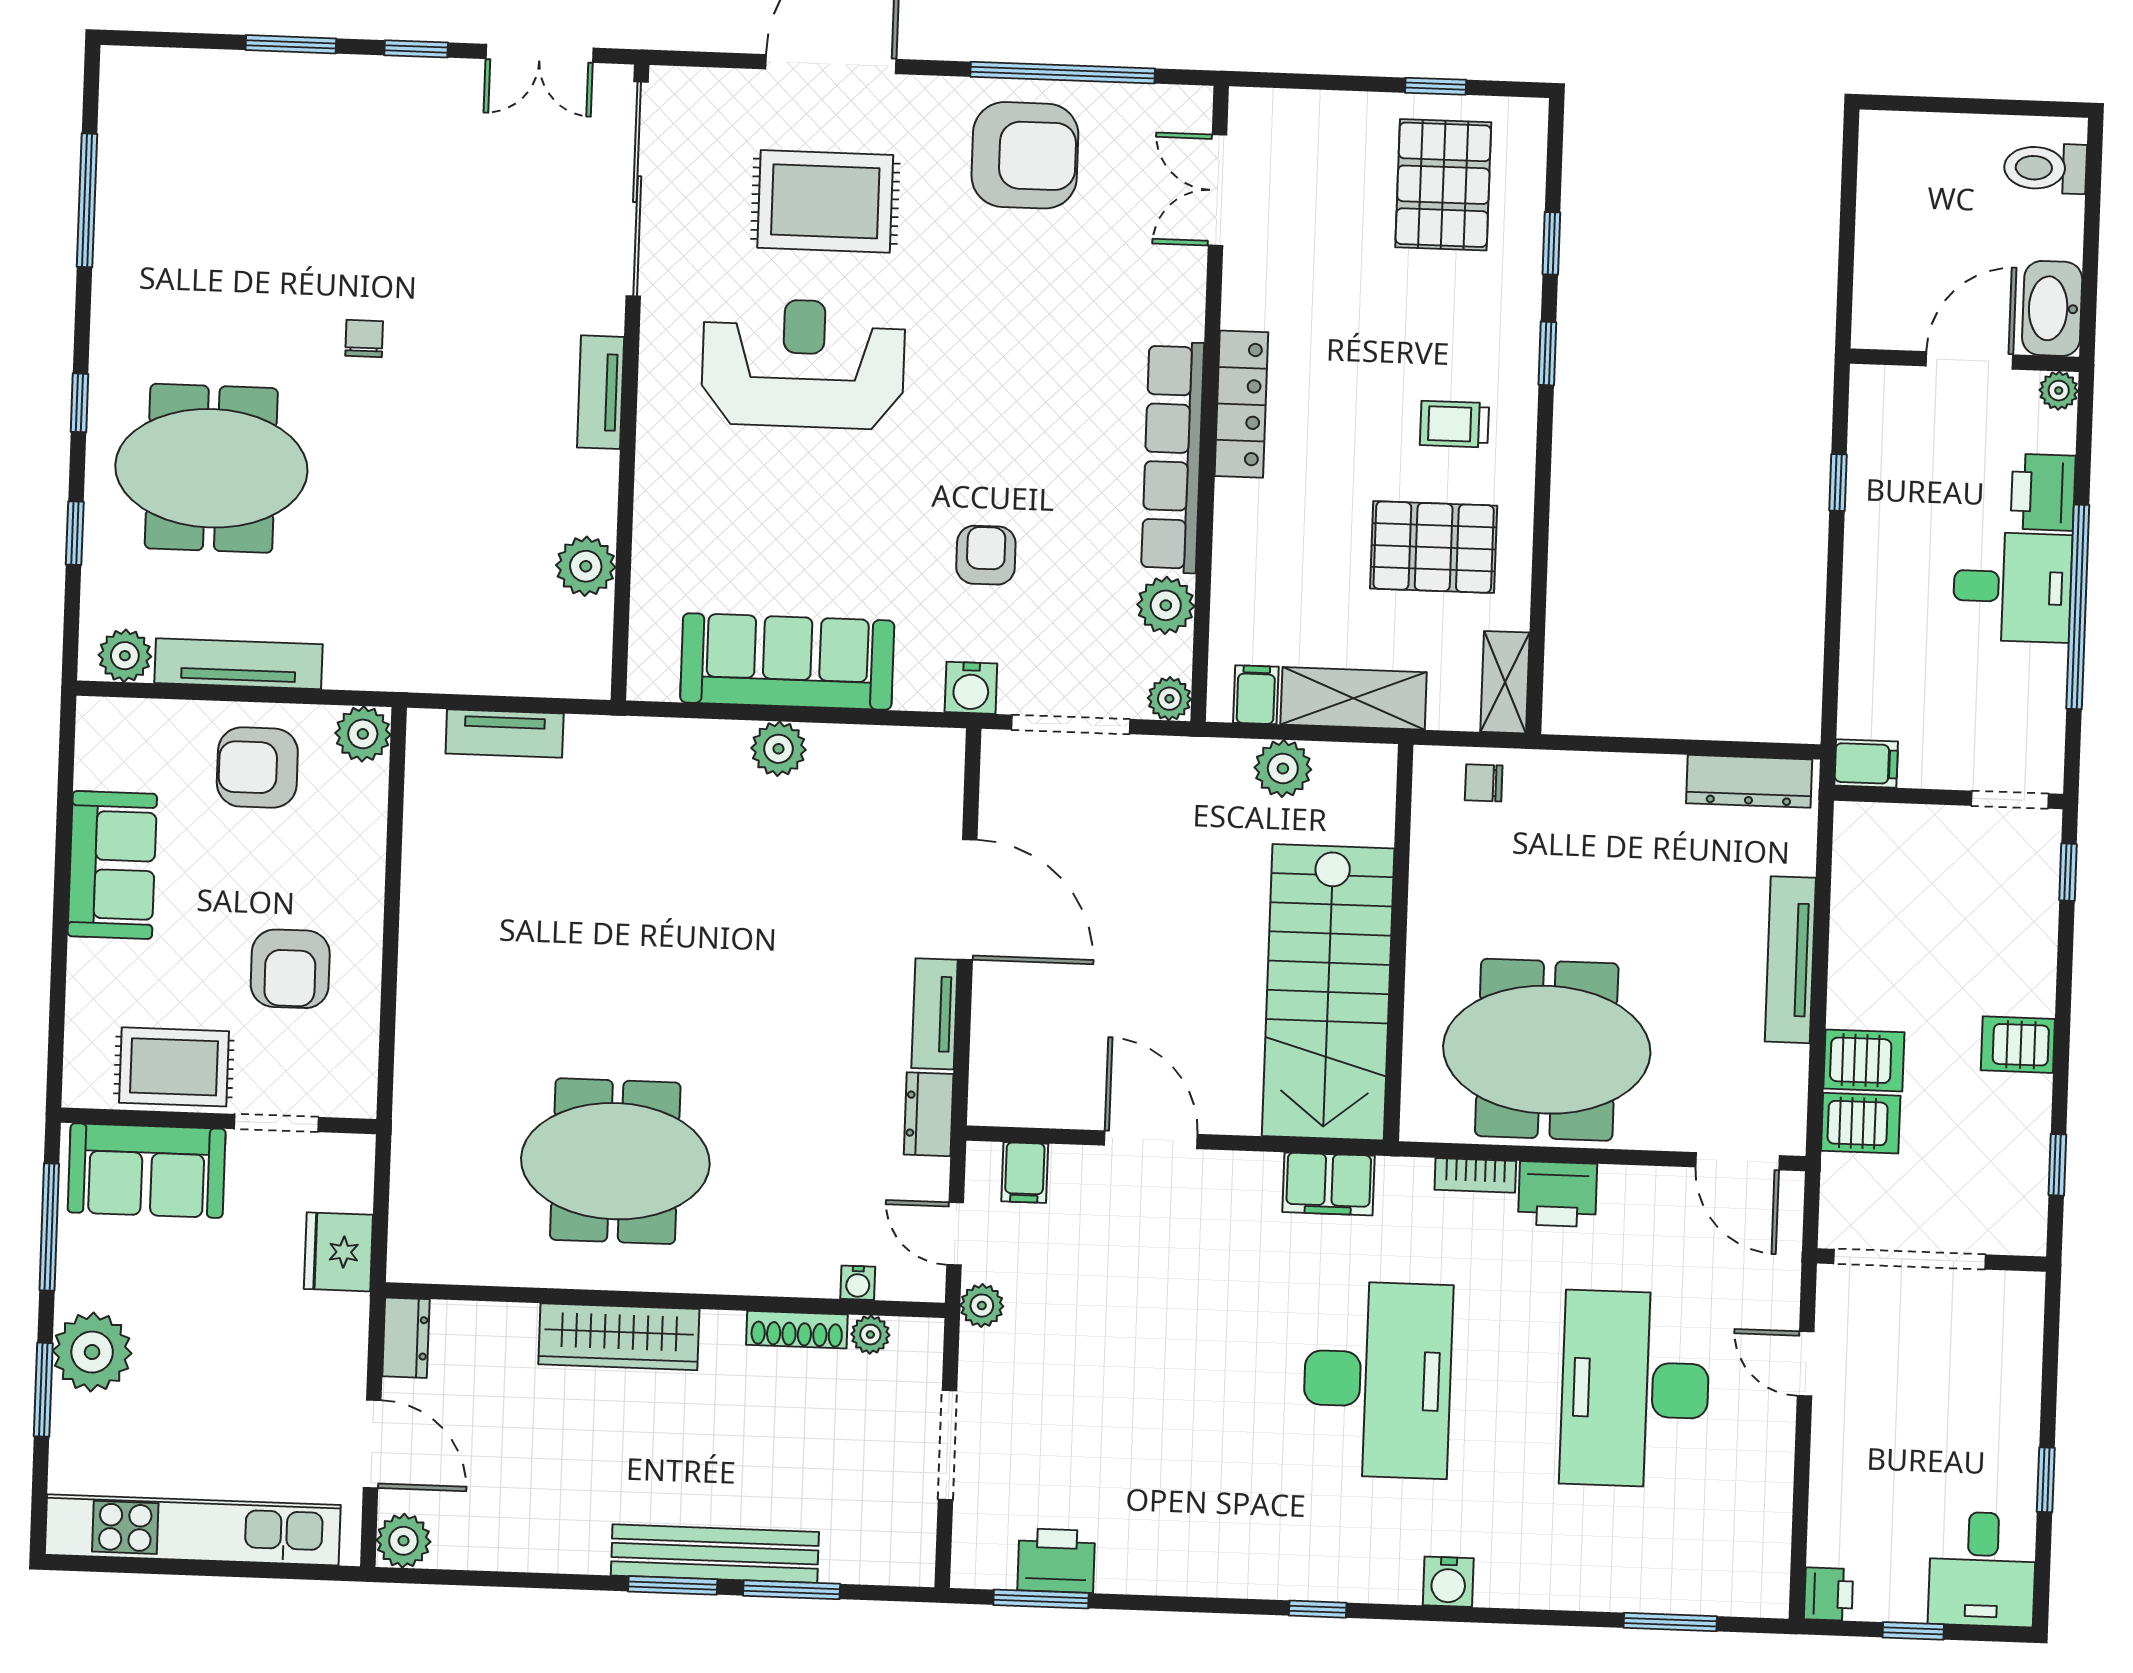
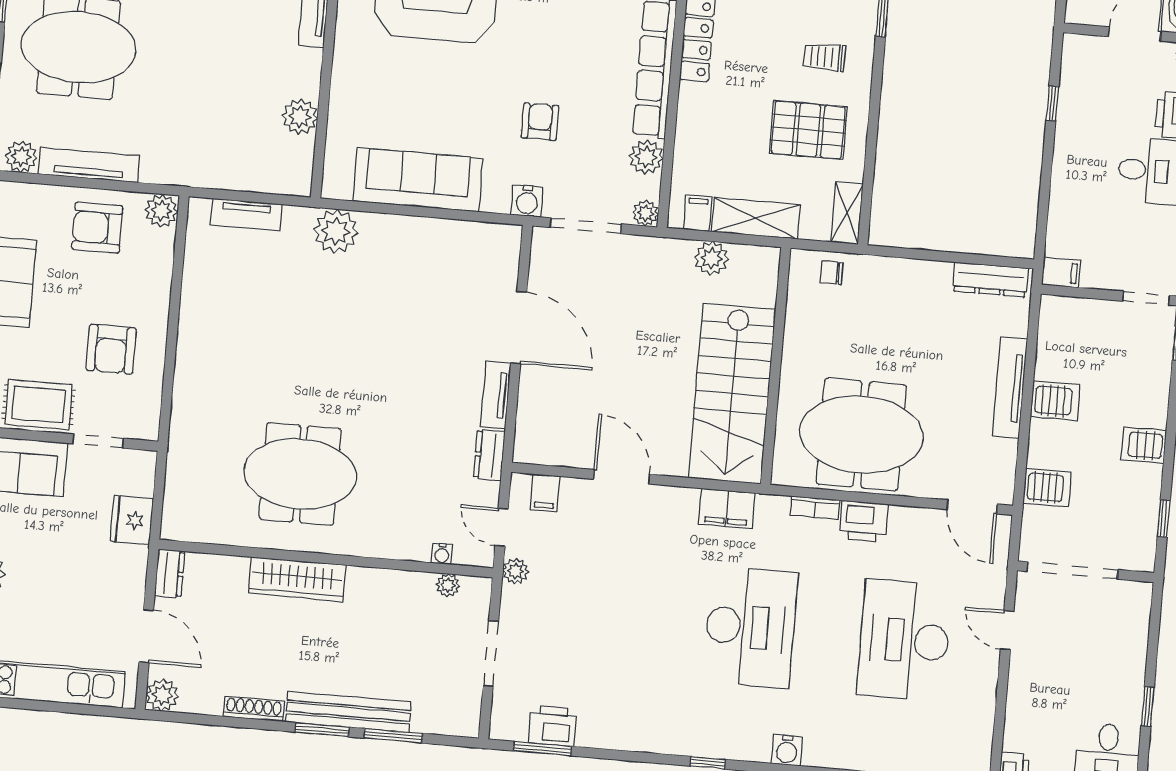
plant: (778, 749) -> (336, 231), moved, width x1.36, depth x1.36
server rack: (1864, 1060) -> (1055, 401), moved
shoe rack: (797, 1330) -> (254, 709), moved, turned 180

